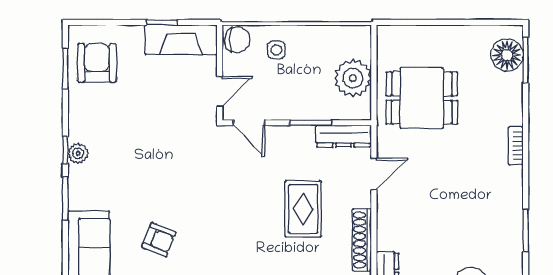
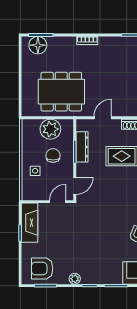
chair: (237, 40) -> (53, 155), moved
door: (220, 91) -> (58, 202), hinge flipped
dining table: (422, 98) -> (61, 92), width x1.38
dresser: (344, 136) -> (82, 147), moved
plant: (78, 153) -> (75, 279), moved
door: (374, 174) -> (103, 118), hinge flipped

